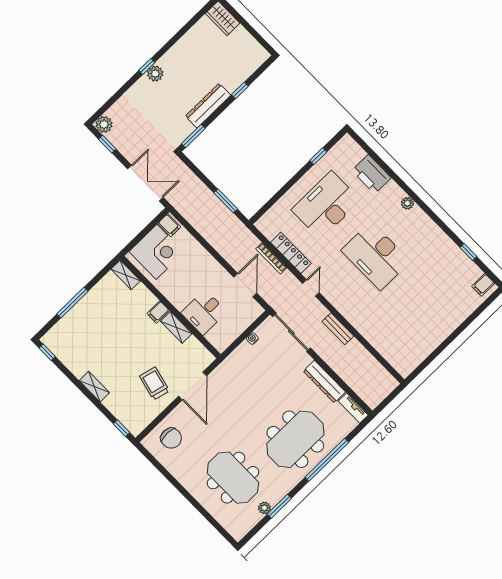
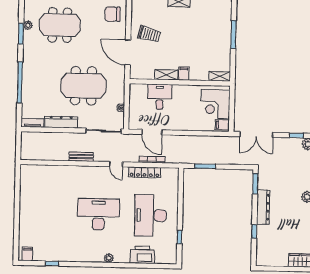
desk: (326, 205) -> (150, 215), turned 180
meeting table: (295, 439) -> (83, 86), moved, turned 90

